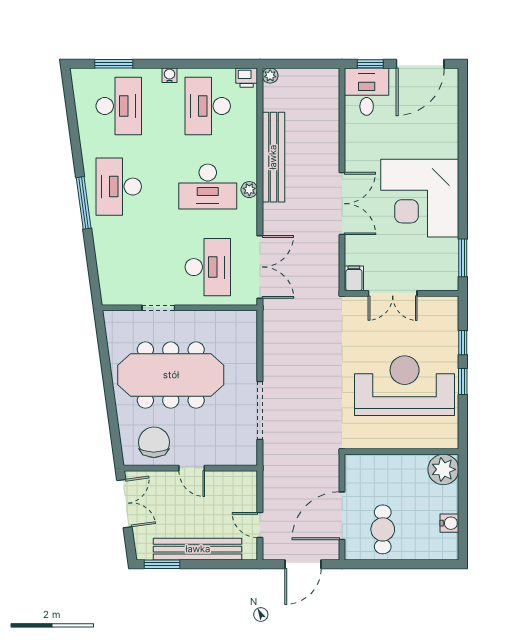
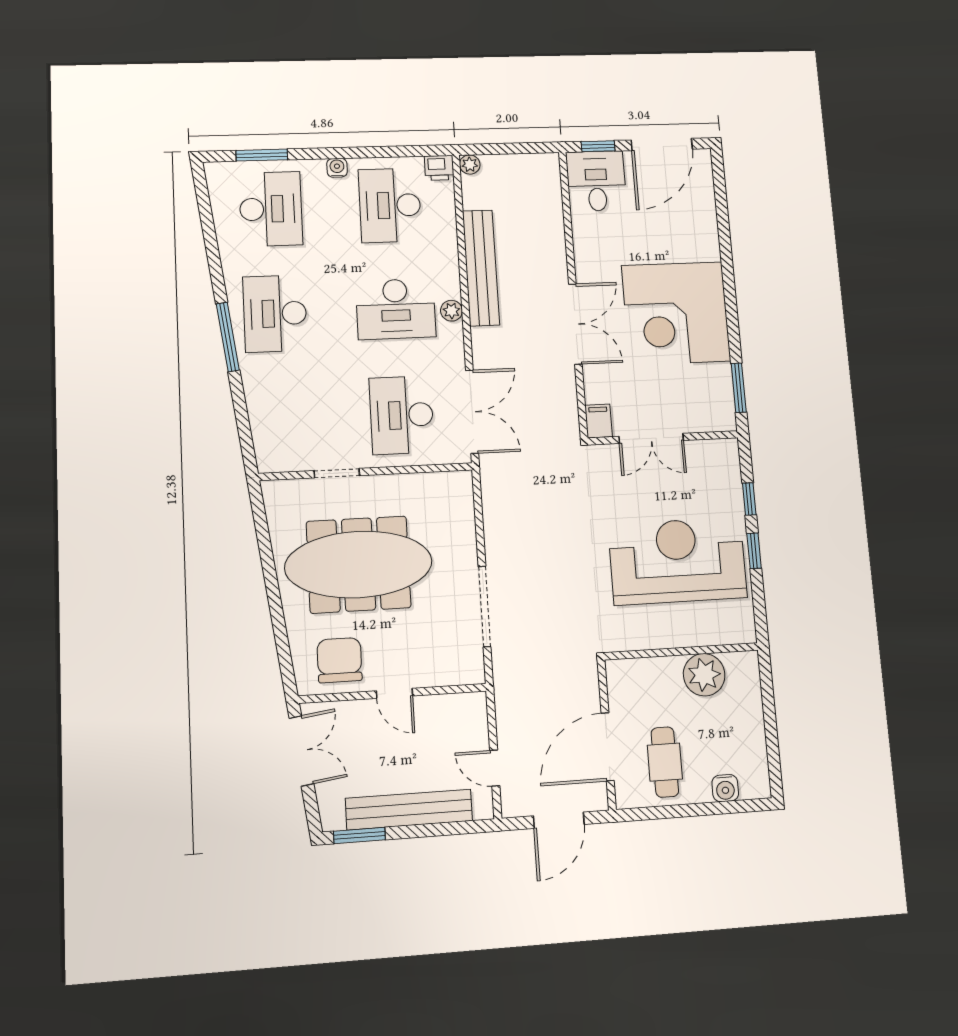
desk: (208, 267) -> (402, 415), turned 180
plant: (443, 469) -> (704, 675), moved
water cooler: (449, 523) -> (725, 788), moved, turned 90

